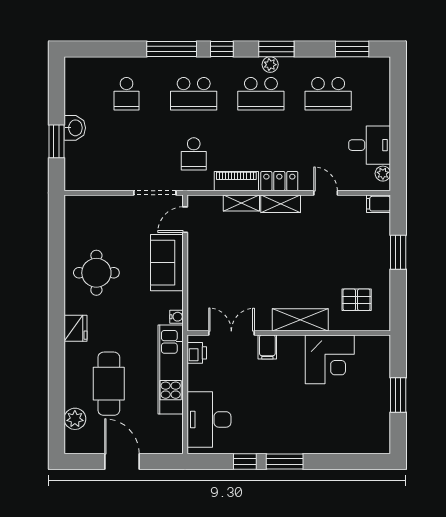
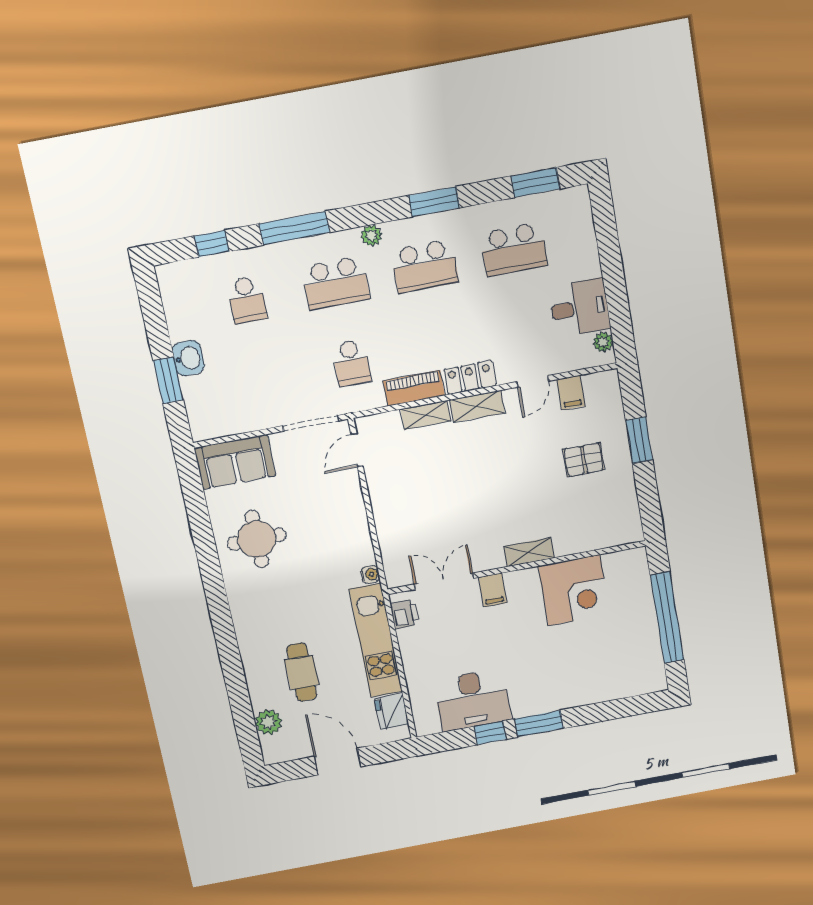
window: (222, 49) -> (212, 244), moved
plant: (270, 65) -> (371, 235), moved
door: (326, 193) -> (533, 381), swing flipped
filing cabinet: (379, 204) -> (571, 393), moved, turned -90
sofa: (167, 263) -> (235, 462), moved, turned -90
pallet: (357, 300) -> (584, 460), moved
shelving: (300, 320) -> (529, 552), width x0.67, depth x0.75
fridge: (76, 328) -> (392, 711), moved, turned 180
cafe table: (109, 384) -> (302, 672), width x0.73, depth x0.74
window: (398, 395) -> (667, 618), width x2.11
desk: (209, 419) -> (472, 700), moved, turned -90

